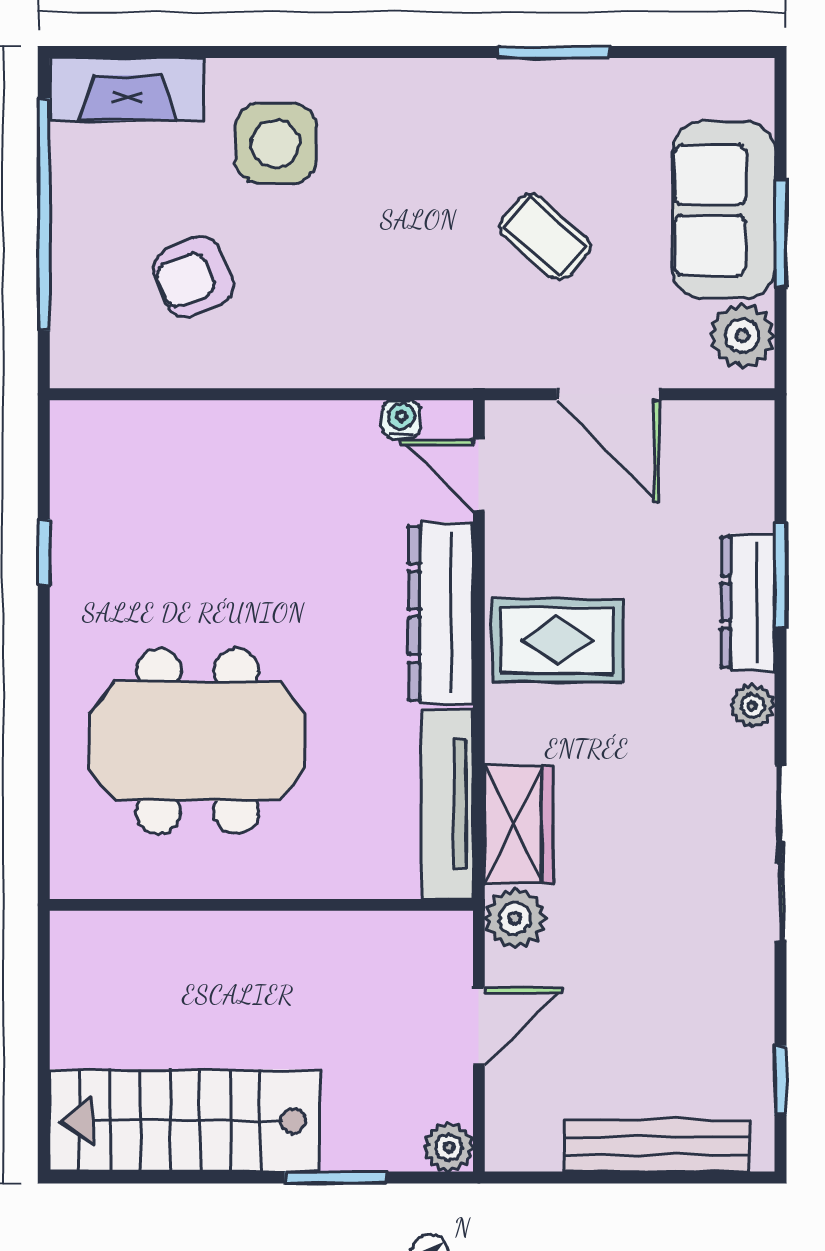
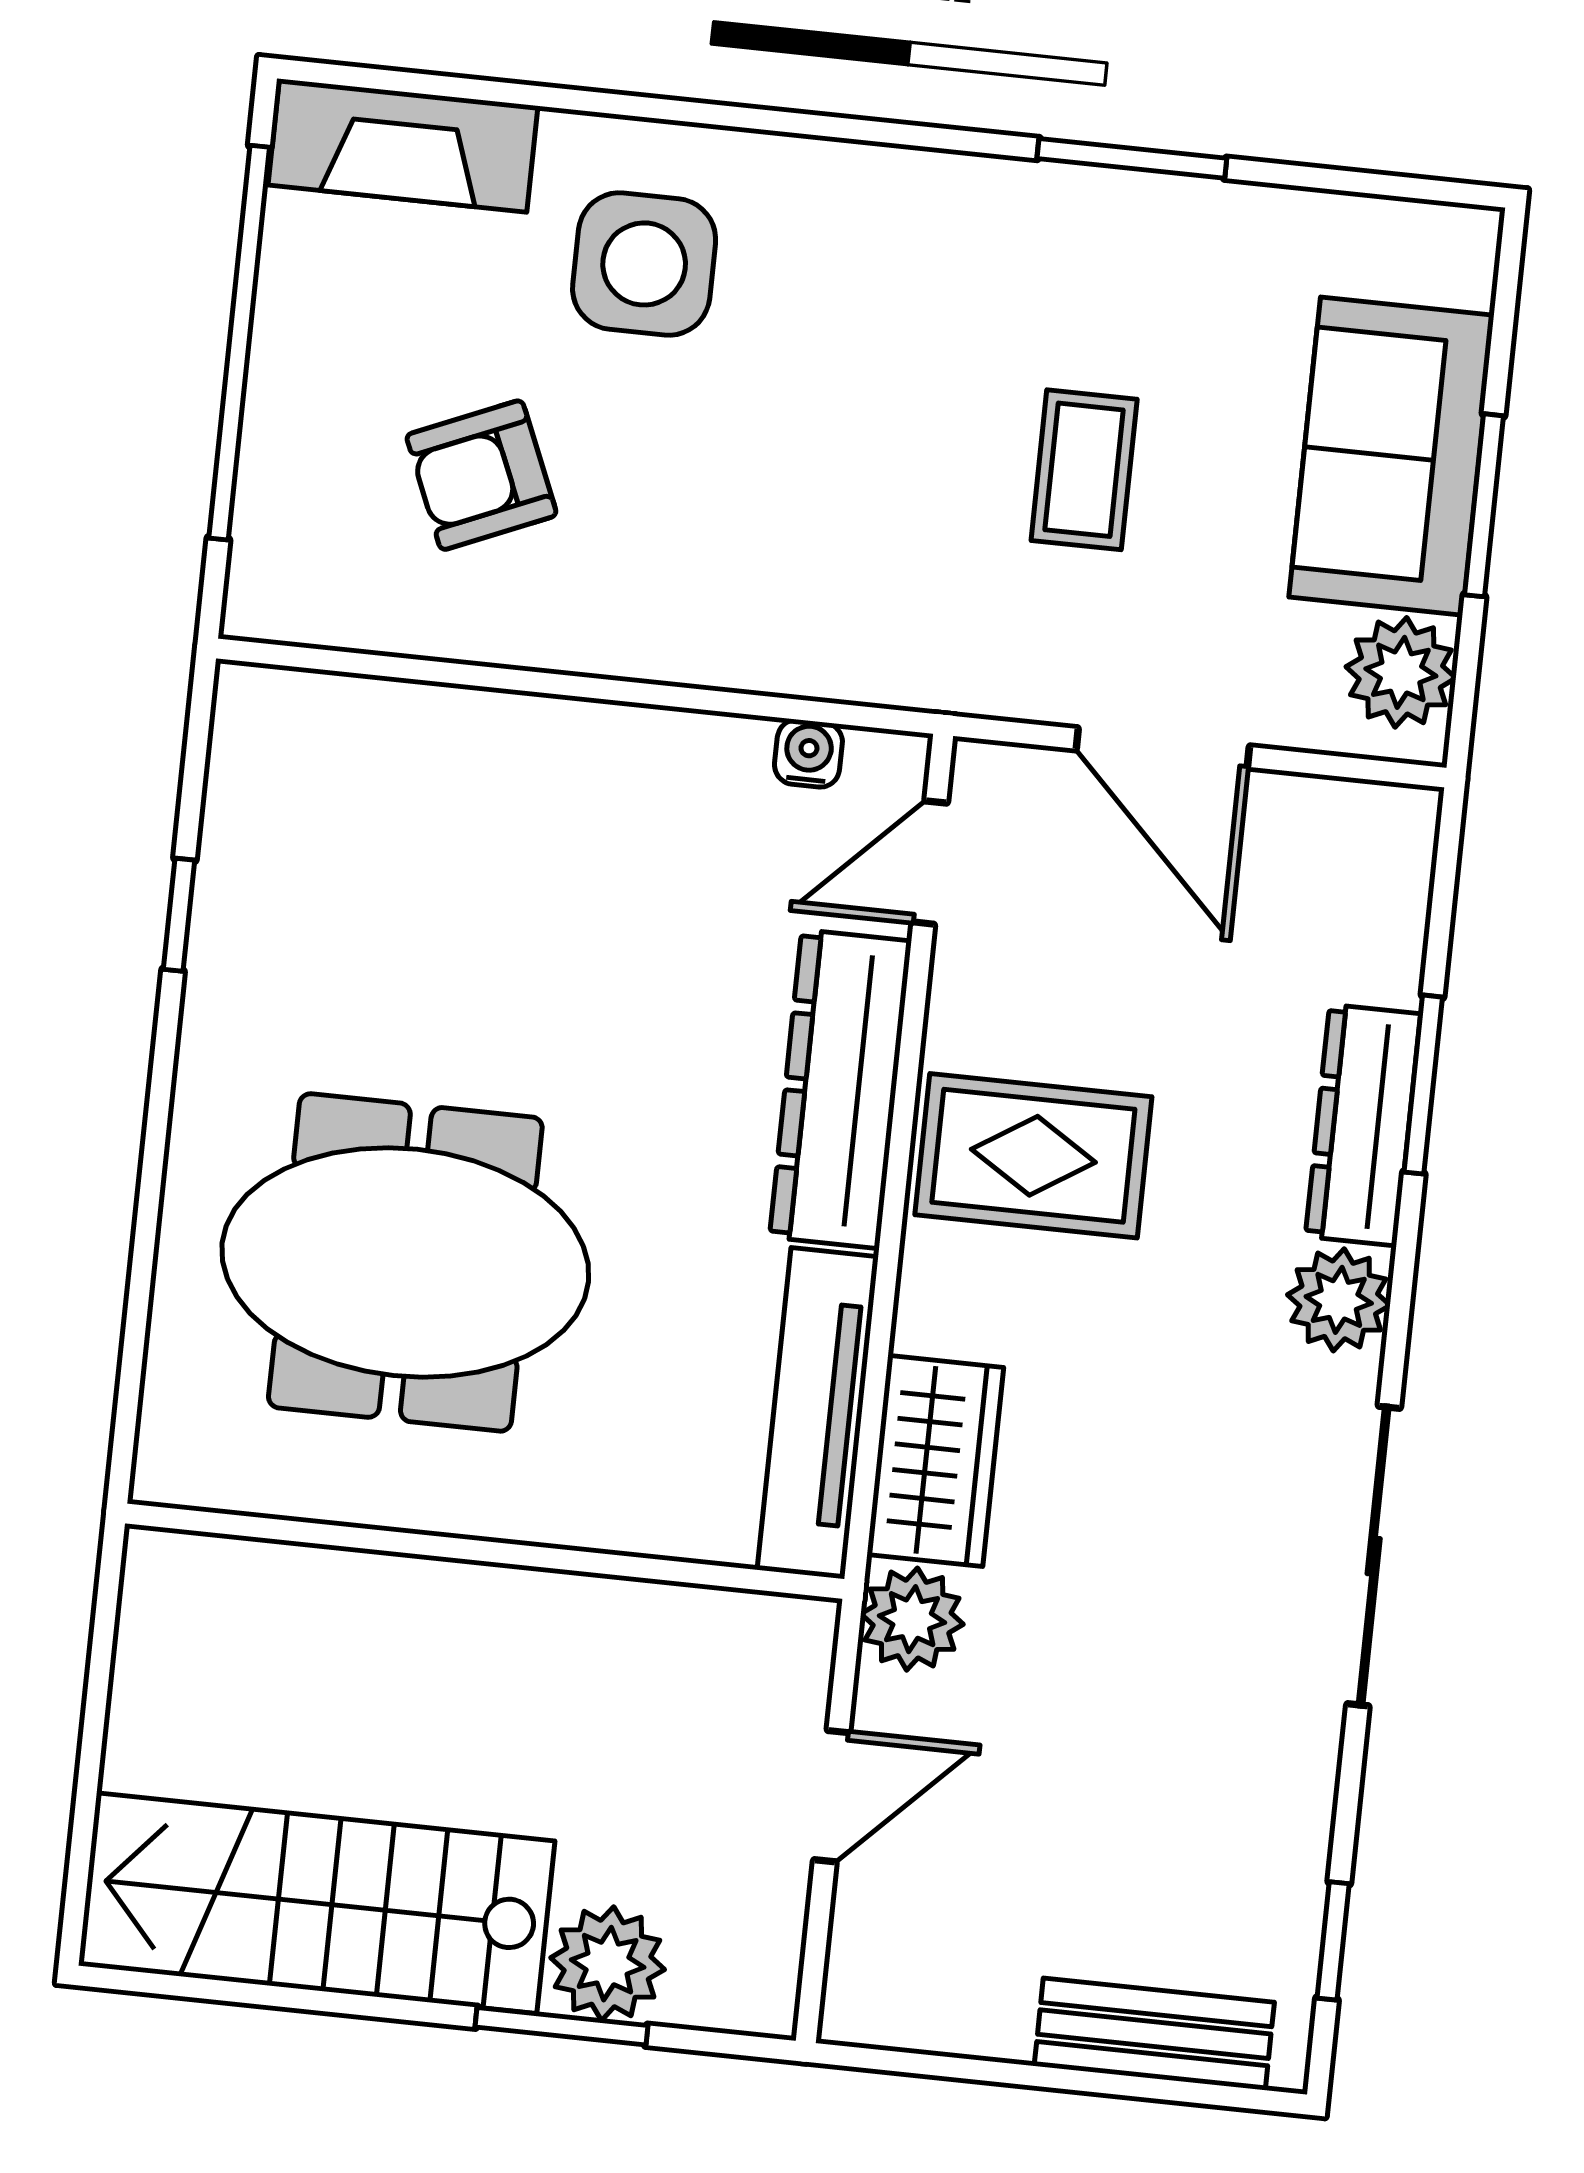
coffee table: (545, 237) -> (1084, 470), turned 50
door: (479, 476) -> (930, 863), hinge flipped
plant: (753, 706) -> (1339, 1300), width x1.38, depth x1.38
bench: (657, 1146) -> (1154, 2034), width x0.73
plant: (449, 1147) -> (608, 1964), moved, width x1.38, depth x1.38

